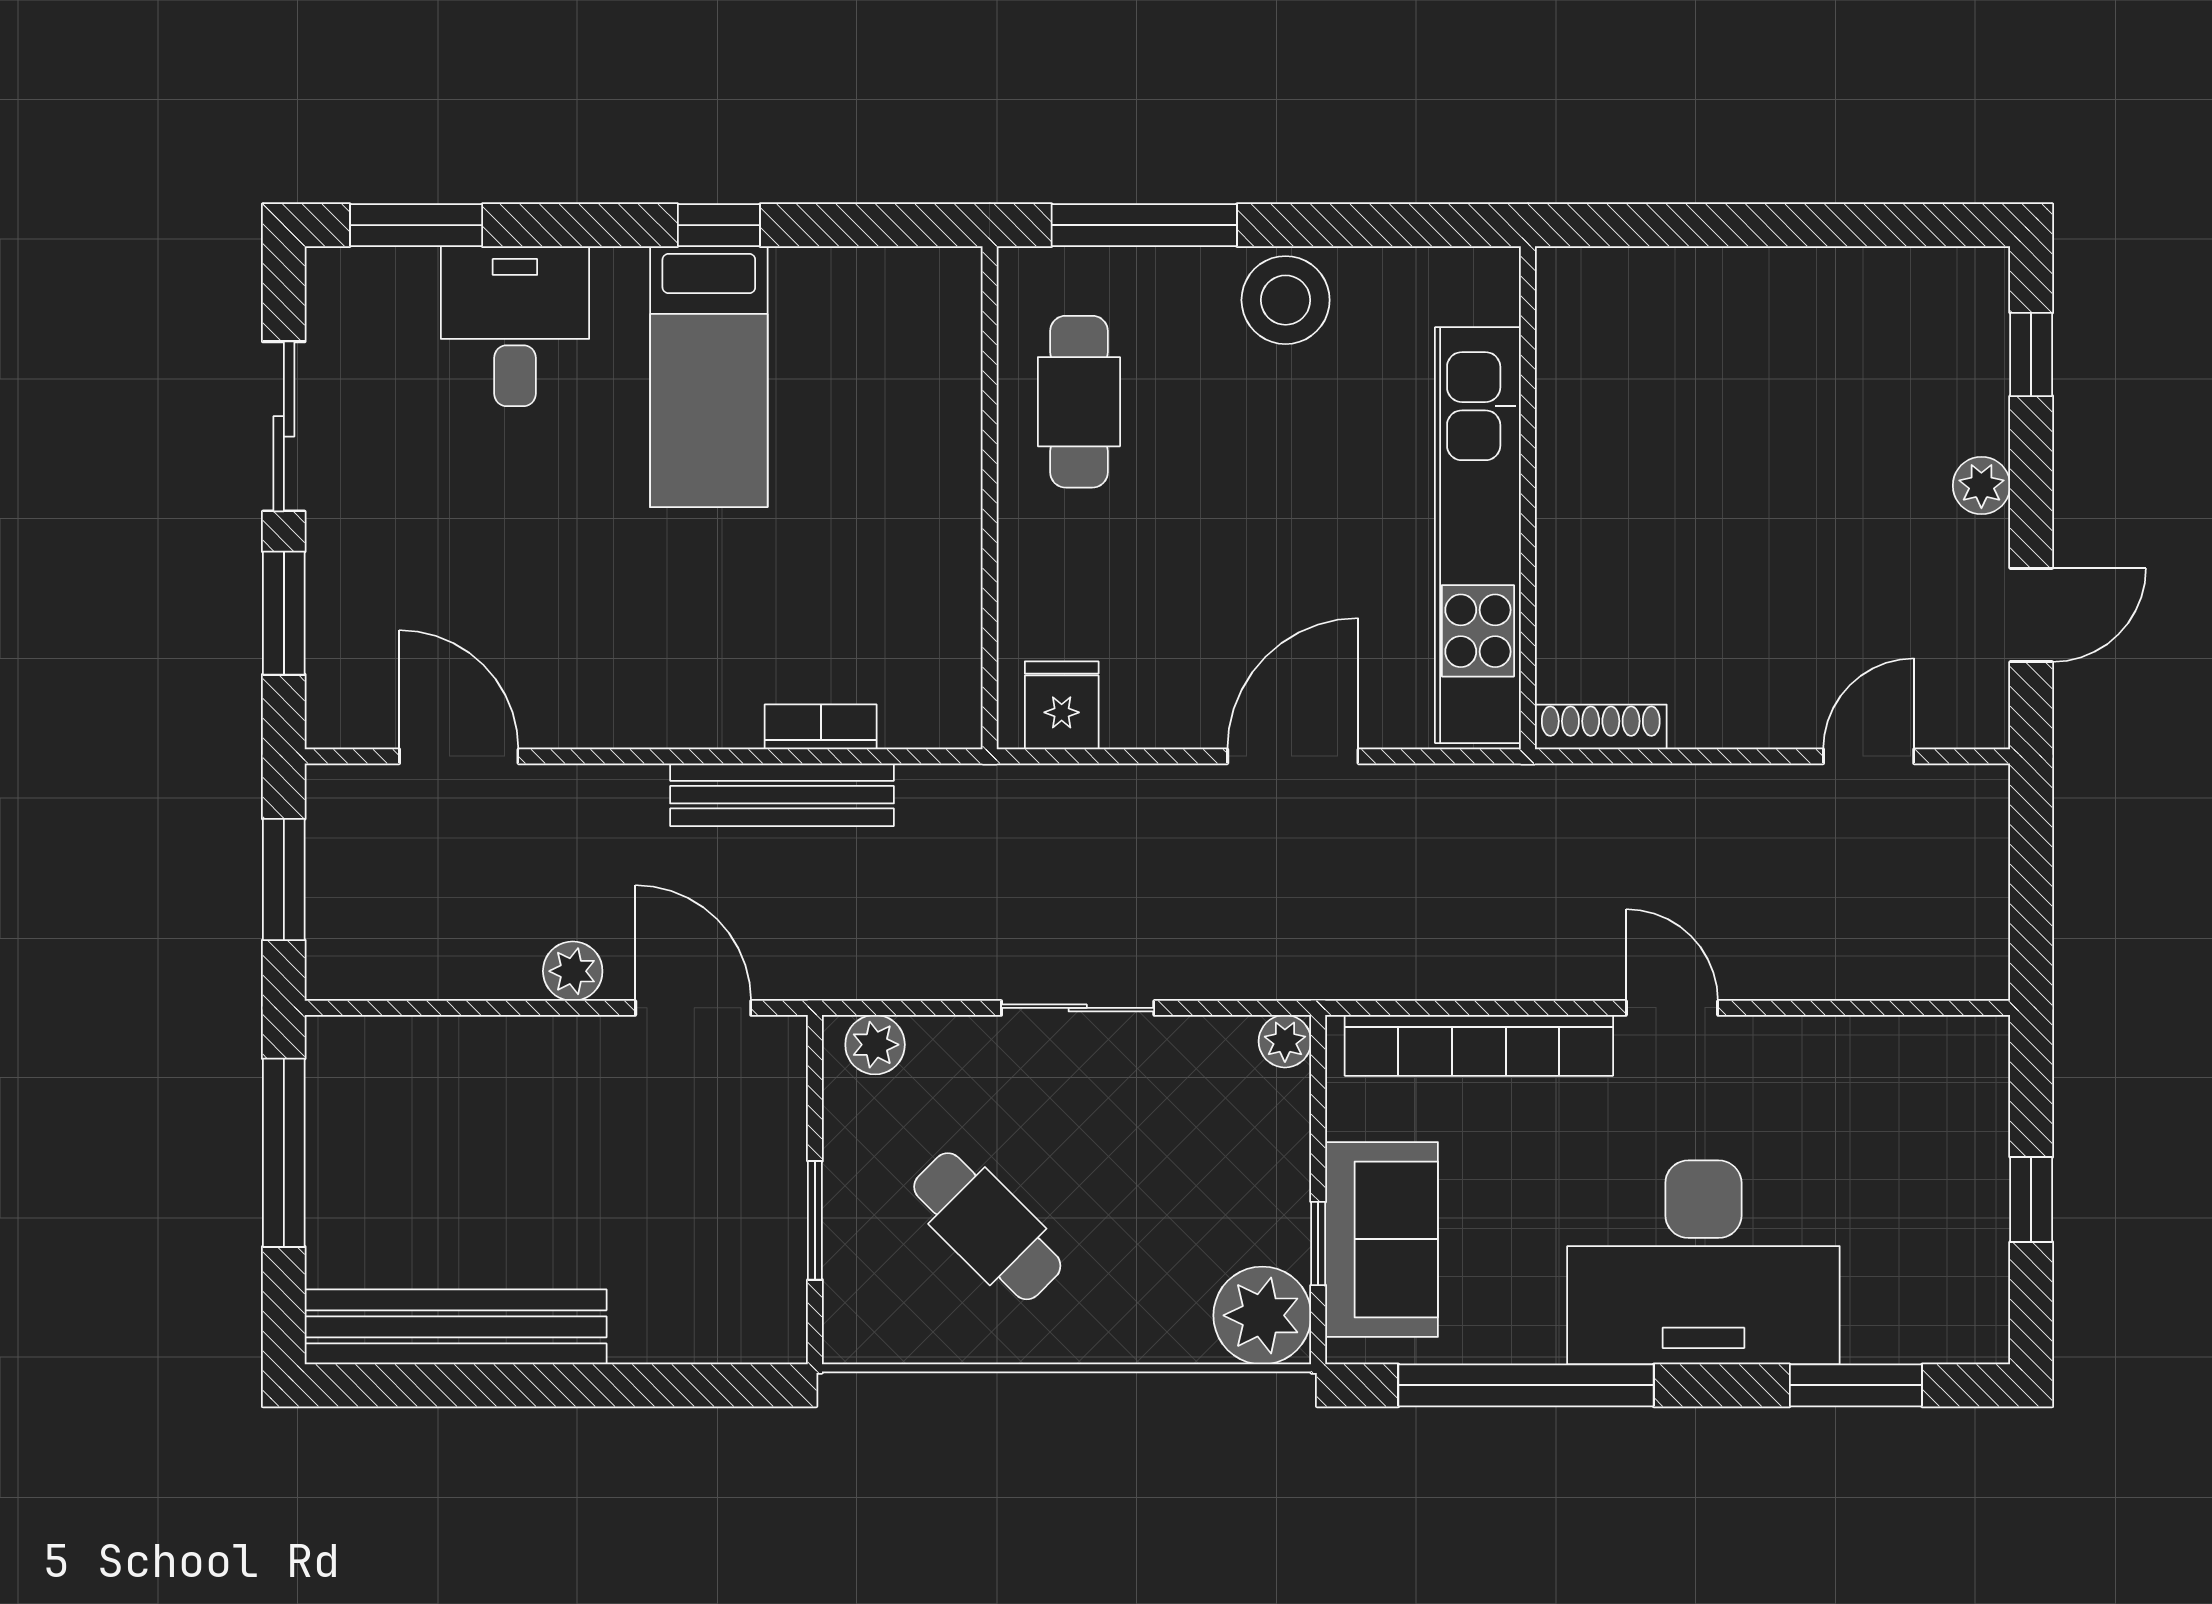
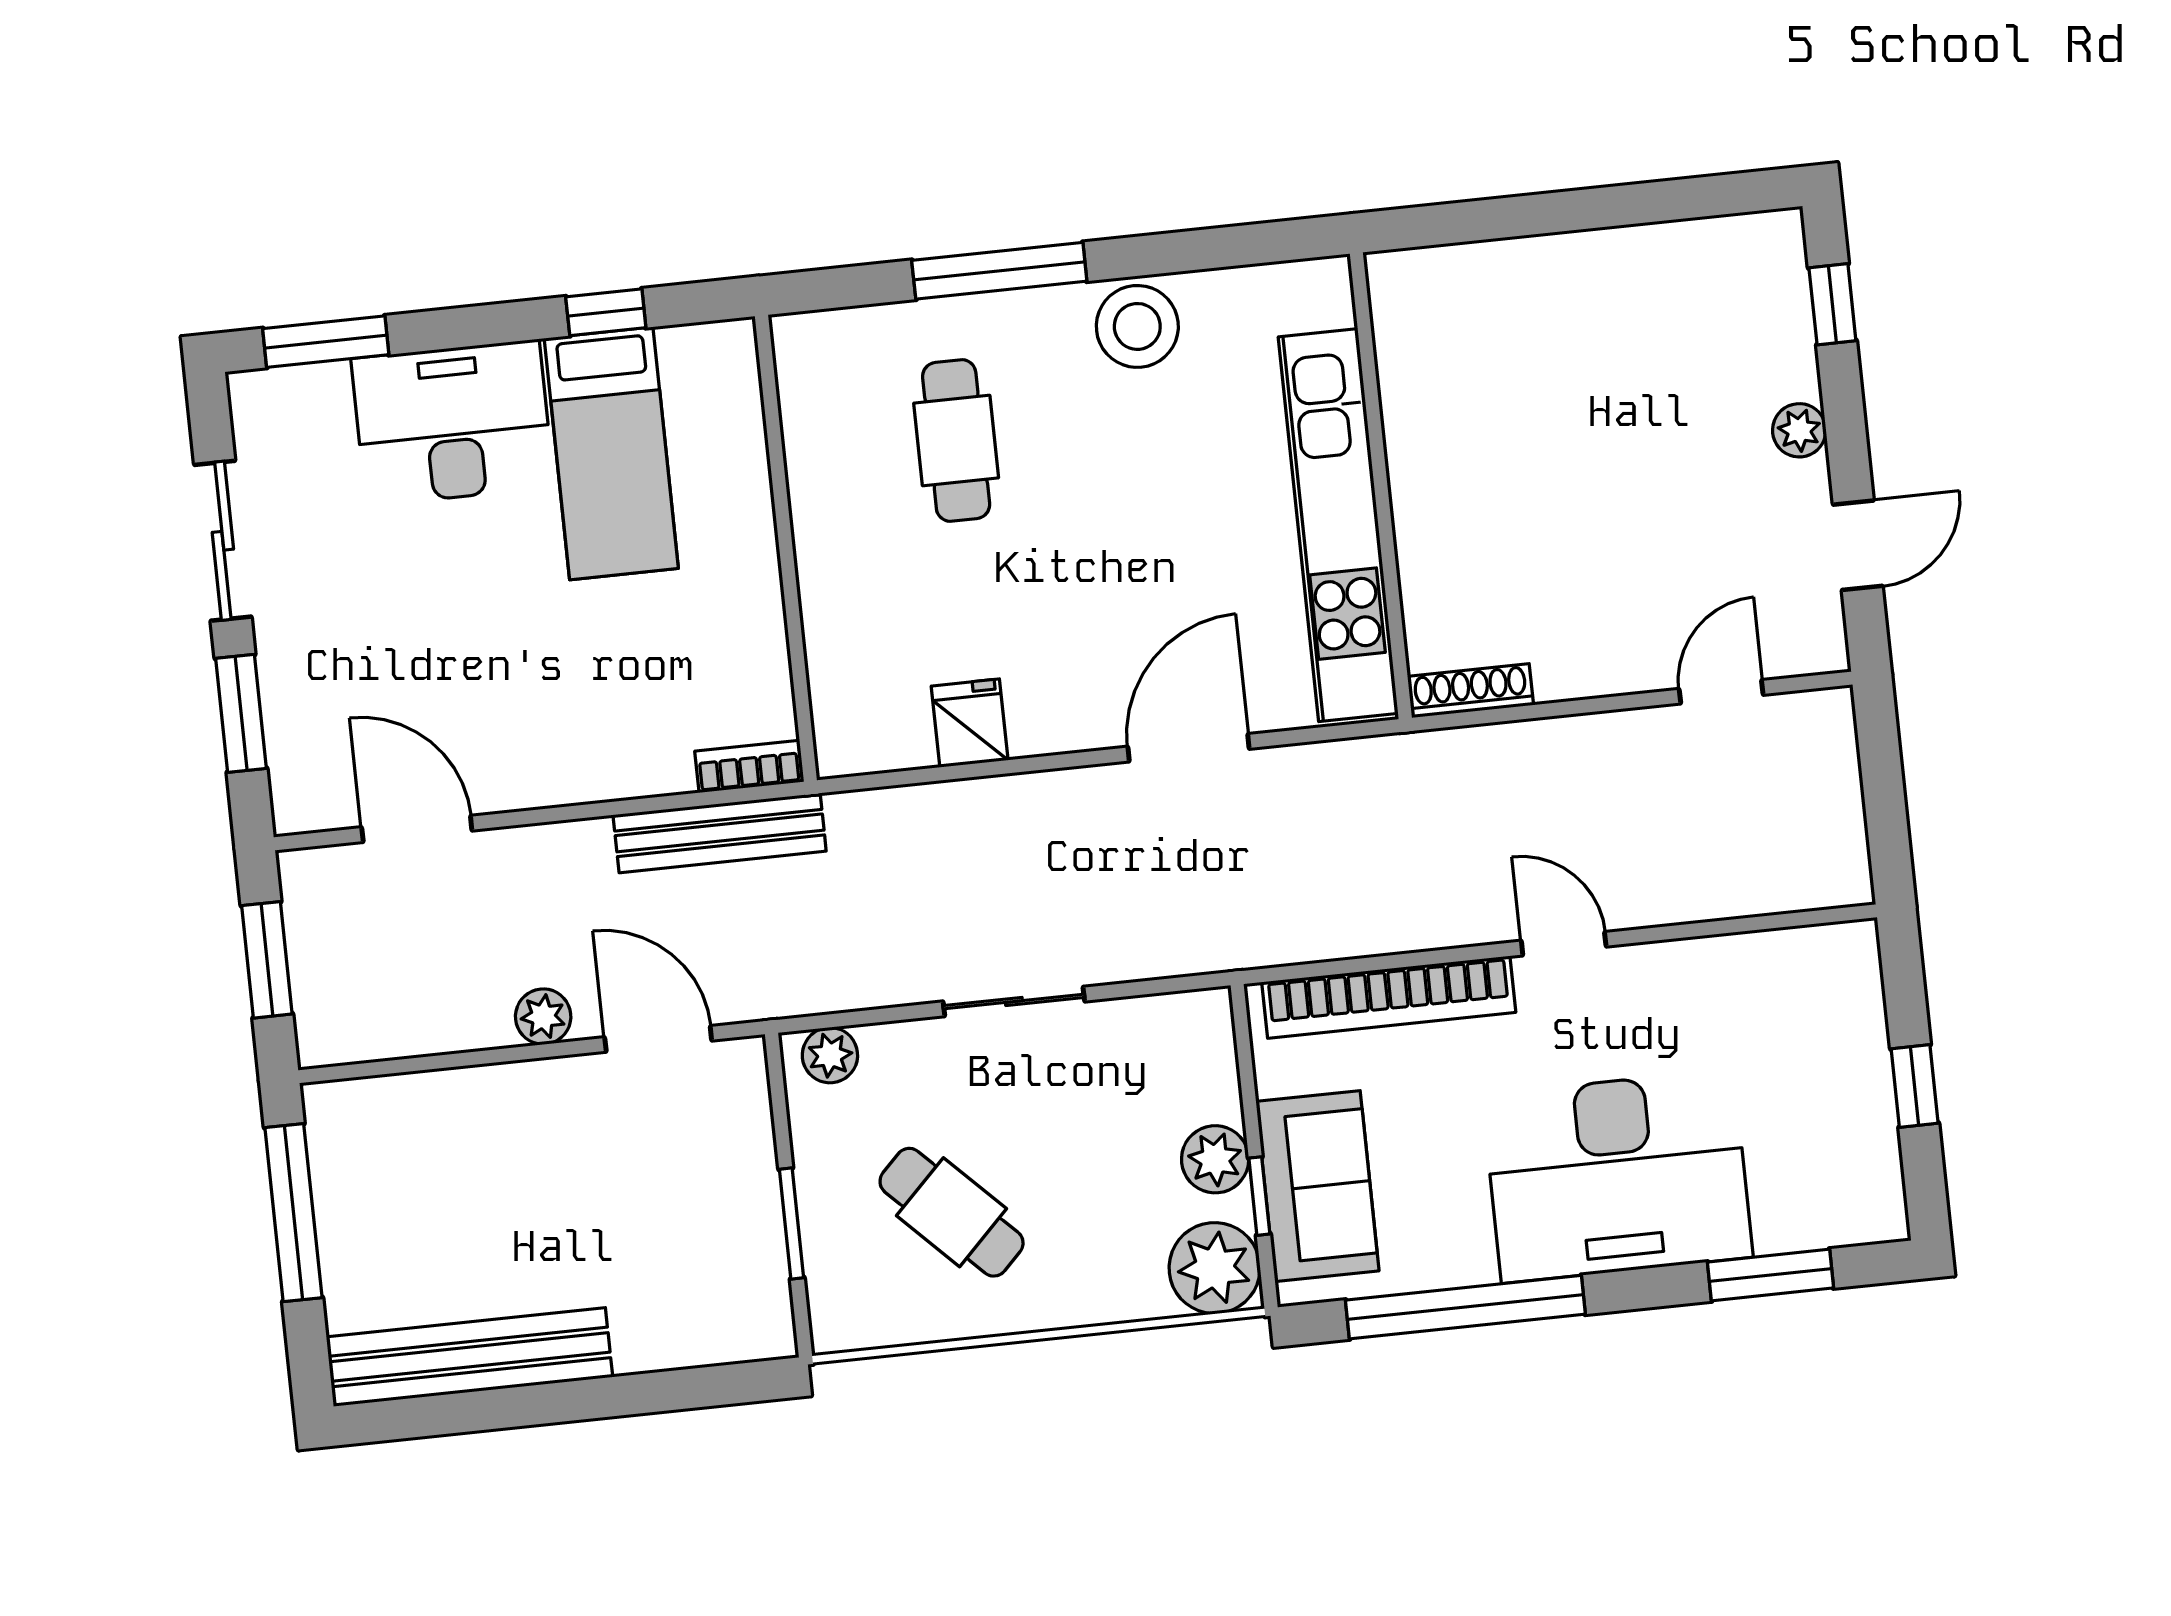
desk: (515, 326) -> (453, 423), width x1.37
wall: (990, 498) -> (786, 548), moved
plant: (1285, 1041) -> (1215, 1159), moved, width x1.38, depth x1.38

